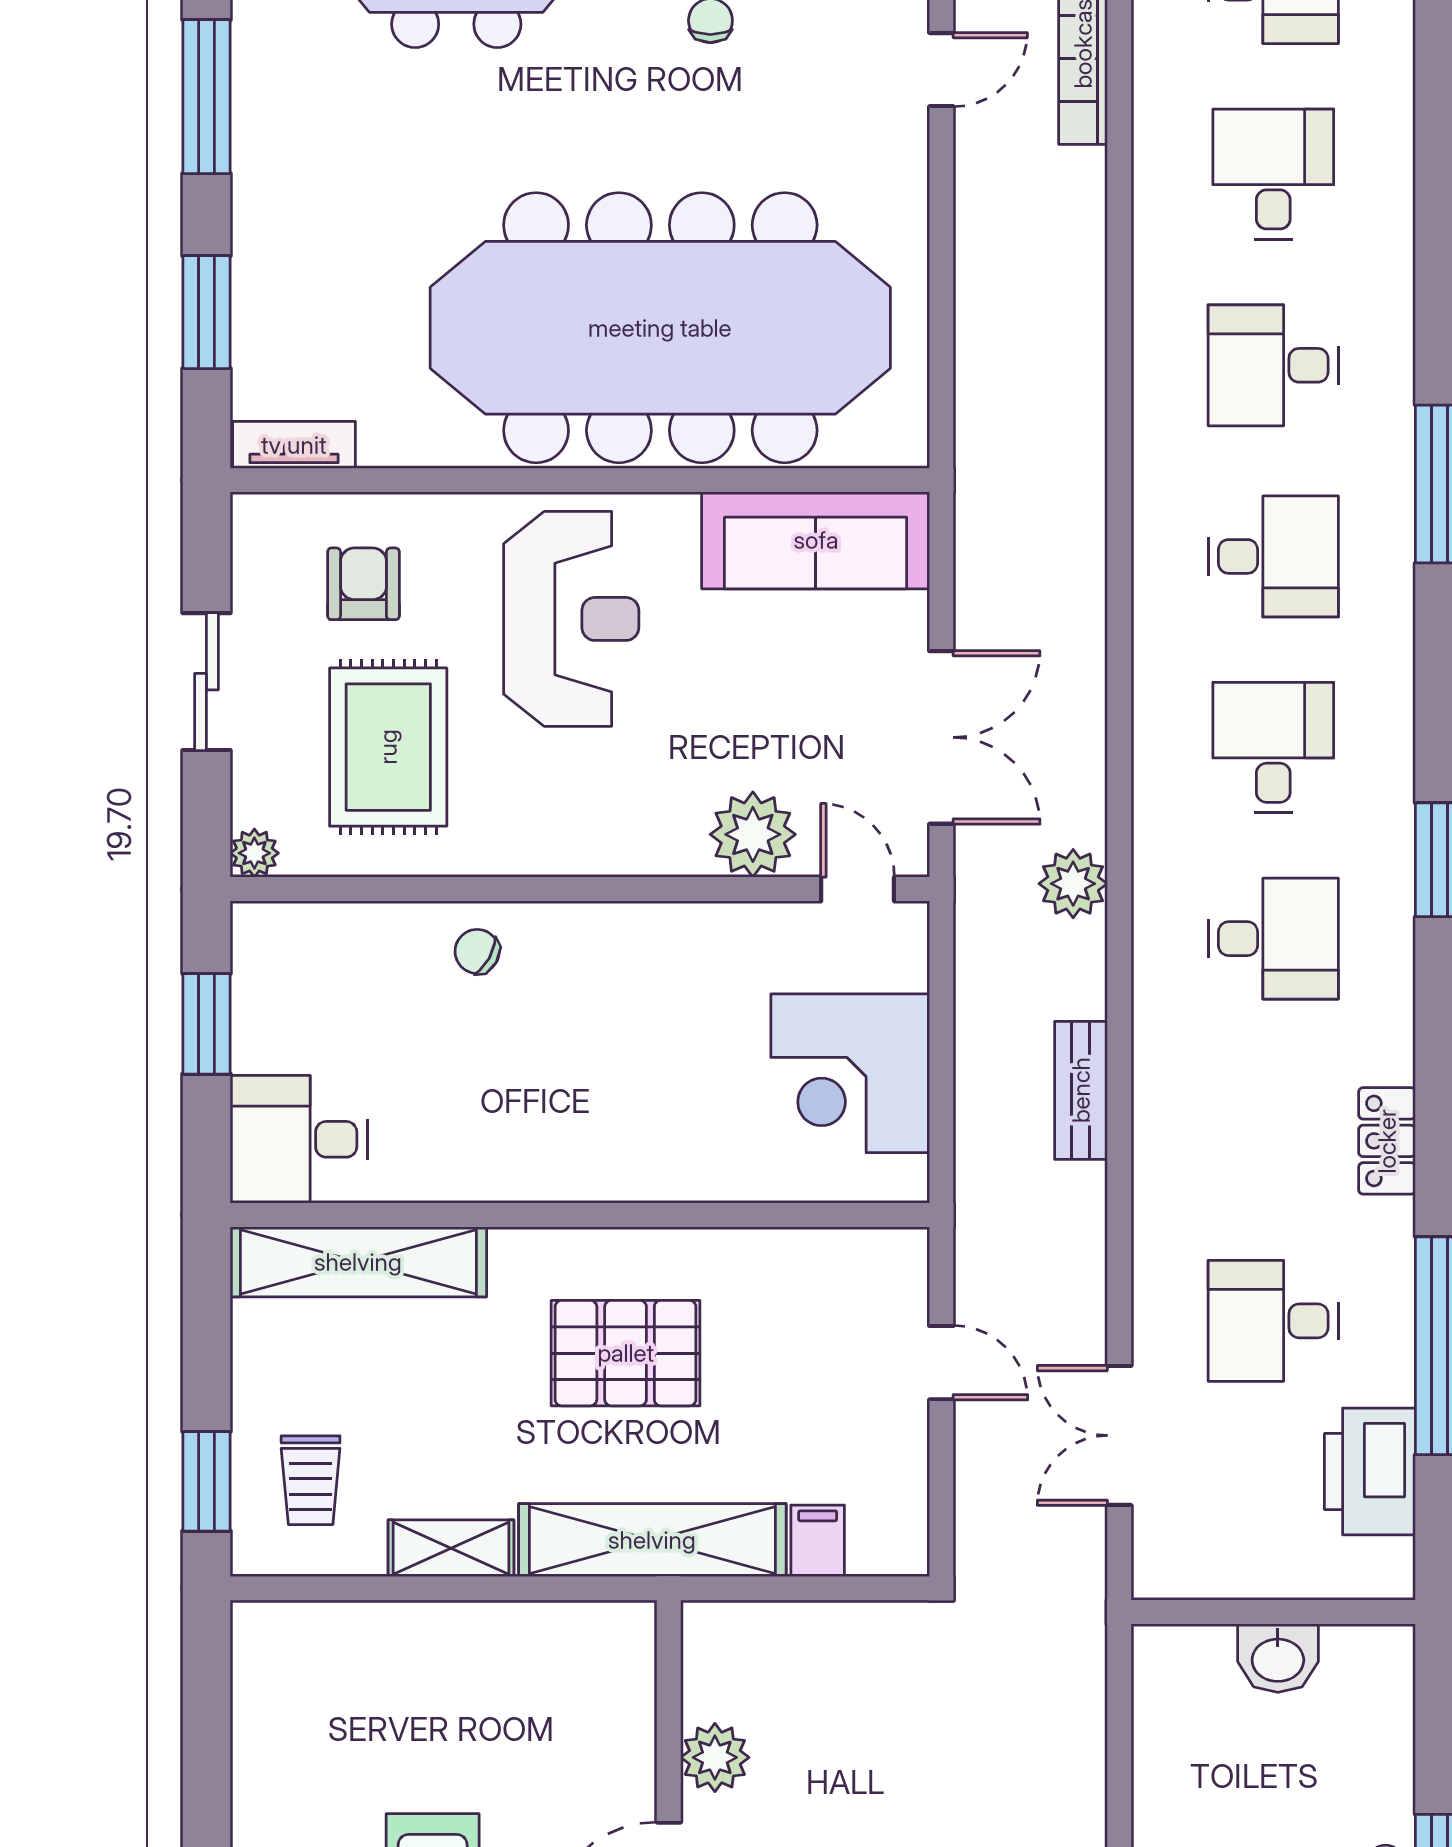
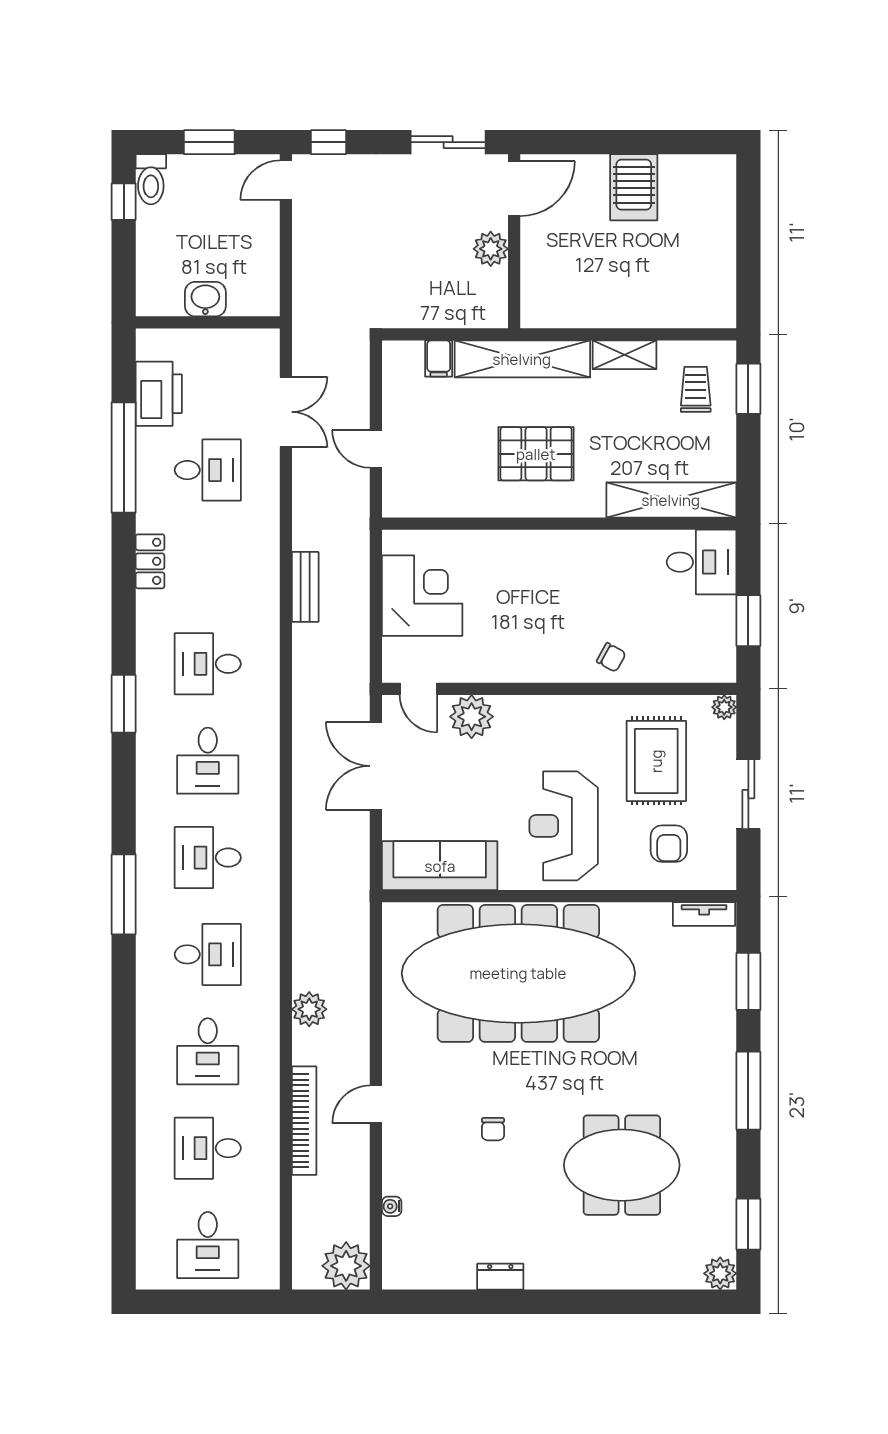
plant: (1073, 884) -> (309, 1009), moved

